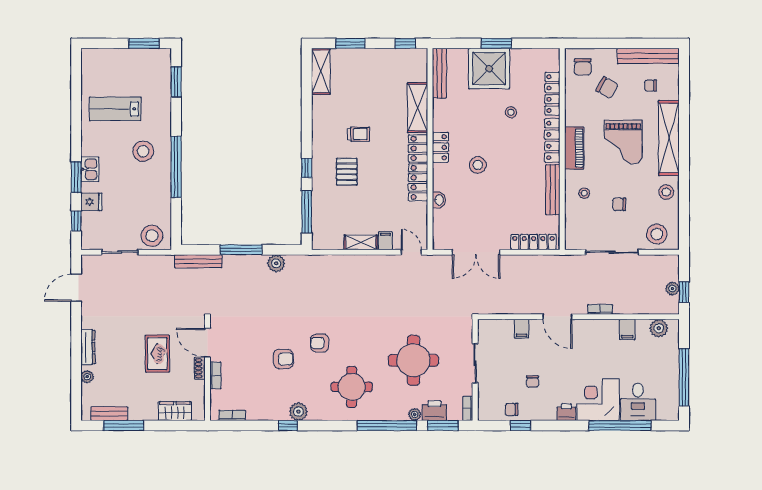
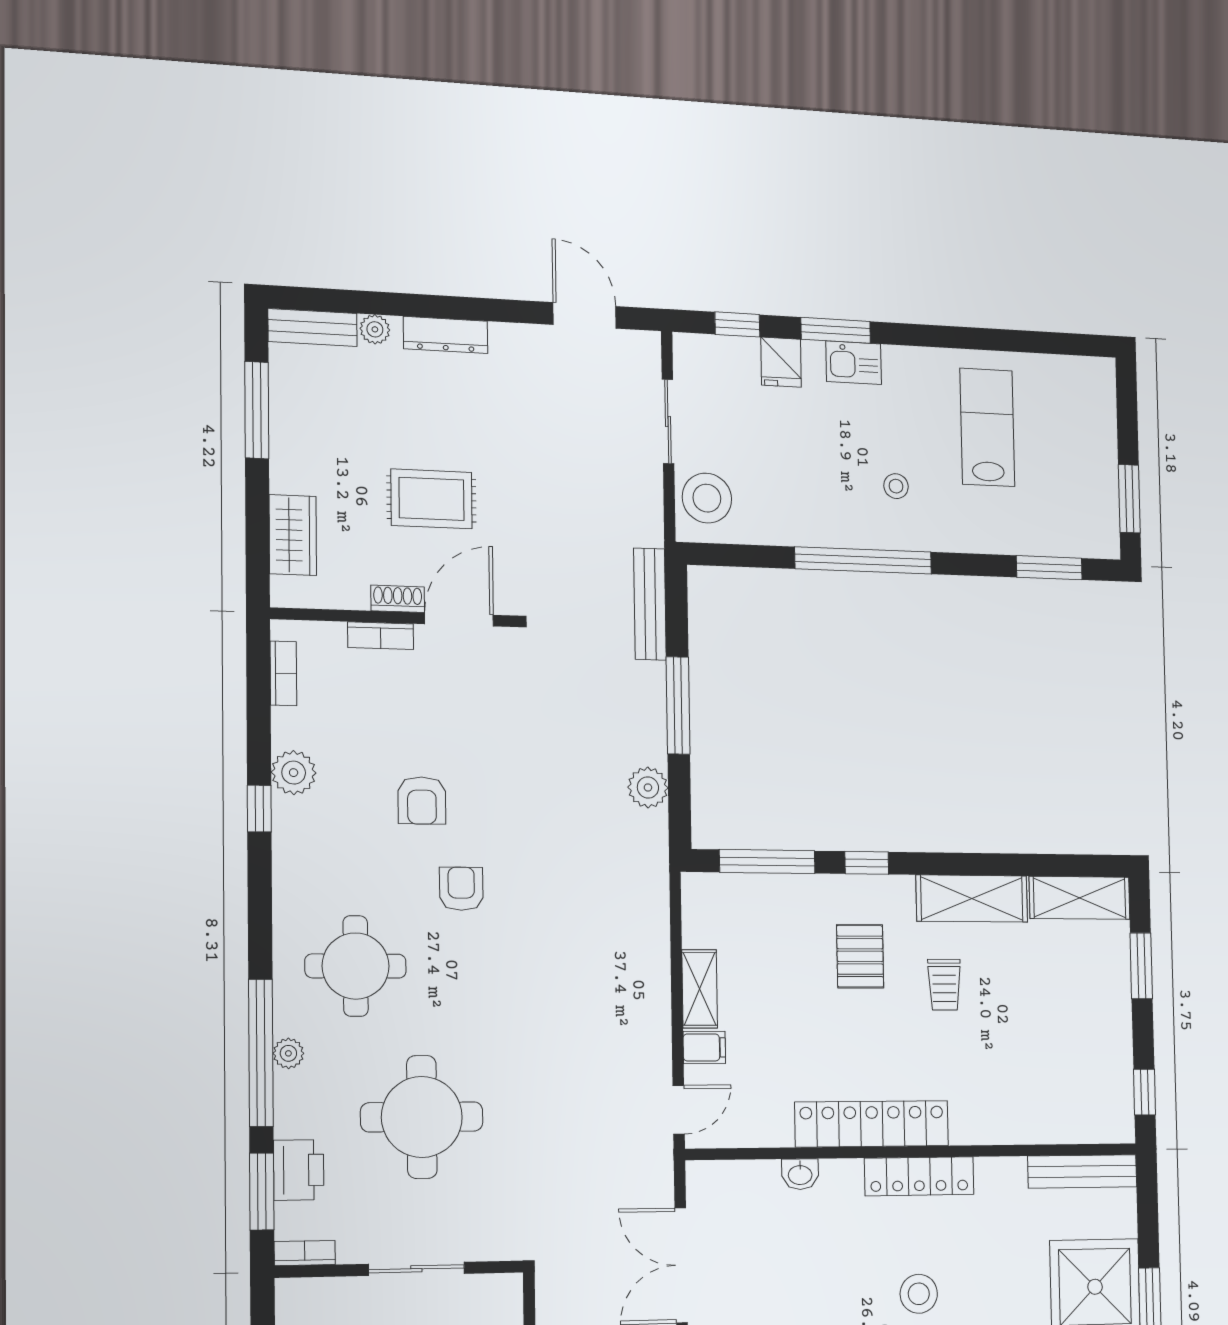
shelving: (418, 108) -> (972, 899), moved
locker: (440, 147) -> (919, 1176), width x1.53
stool: (143, 151) -> (896, 486), width x0.53, depth x0.53
stool: (478, 165) -> (919, 1294), moved
pallet: (347, 172) -> (860, 956), turned 90
plant: (298, 412) -> (294, 773), moved
bench: (109, 414) -> (313, 327), moved, turned 90
plant: (415, 414) -> (288, 1053), moved

